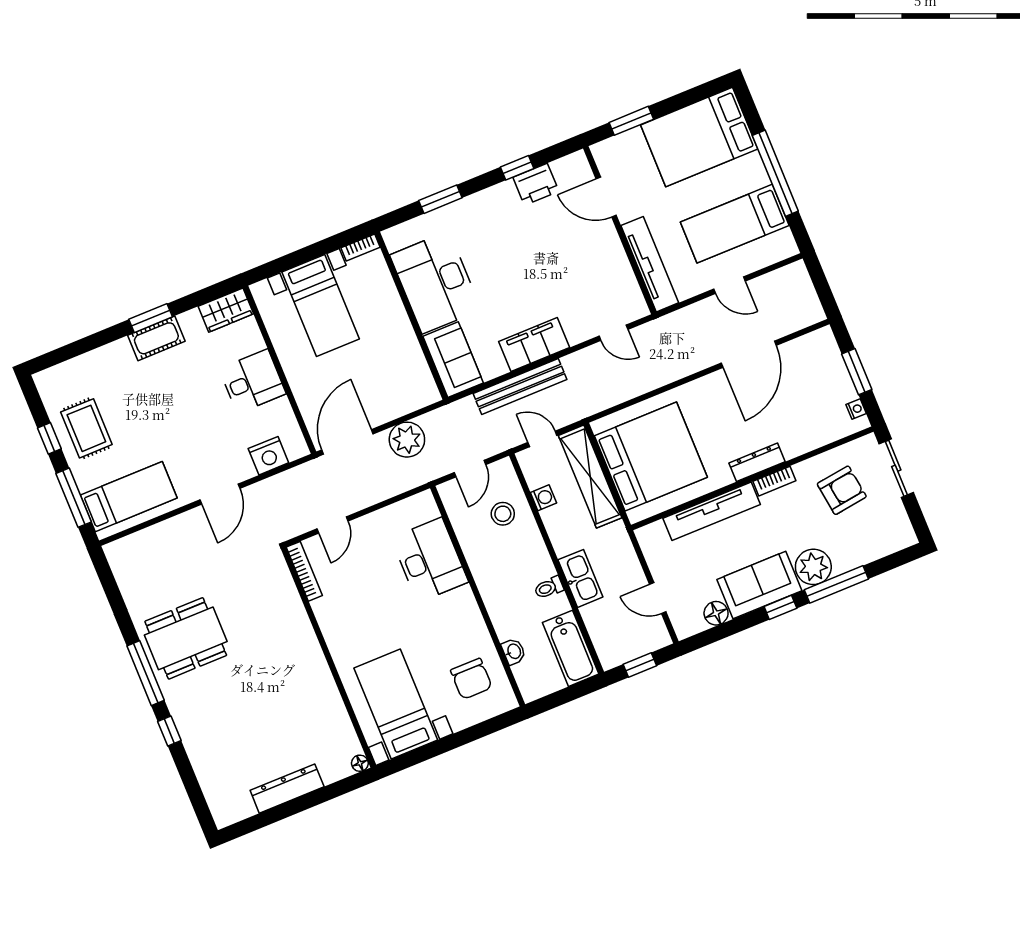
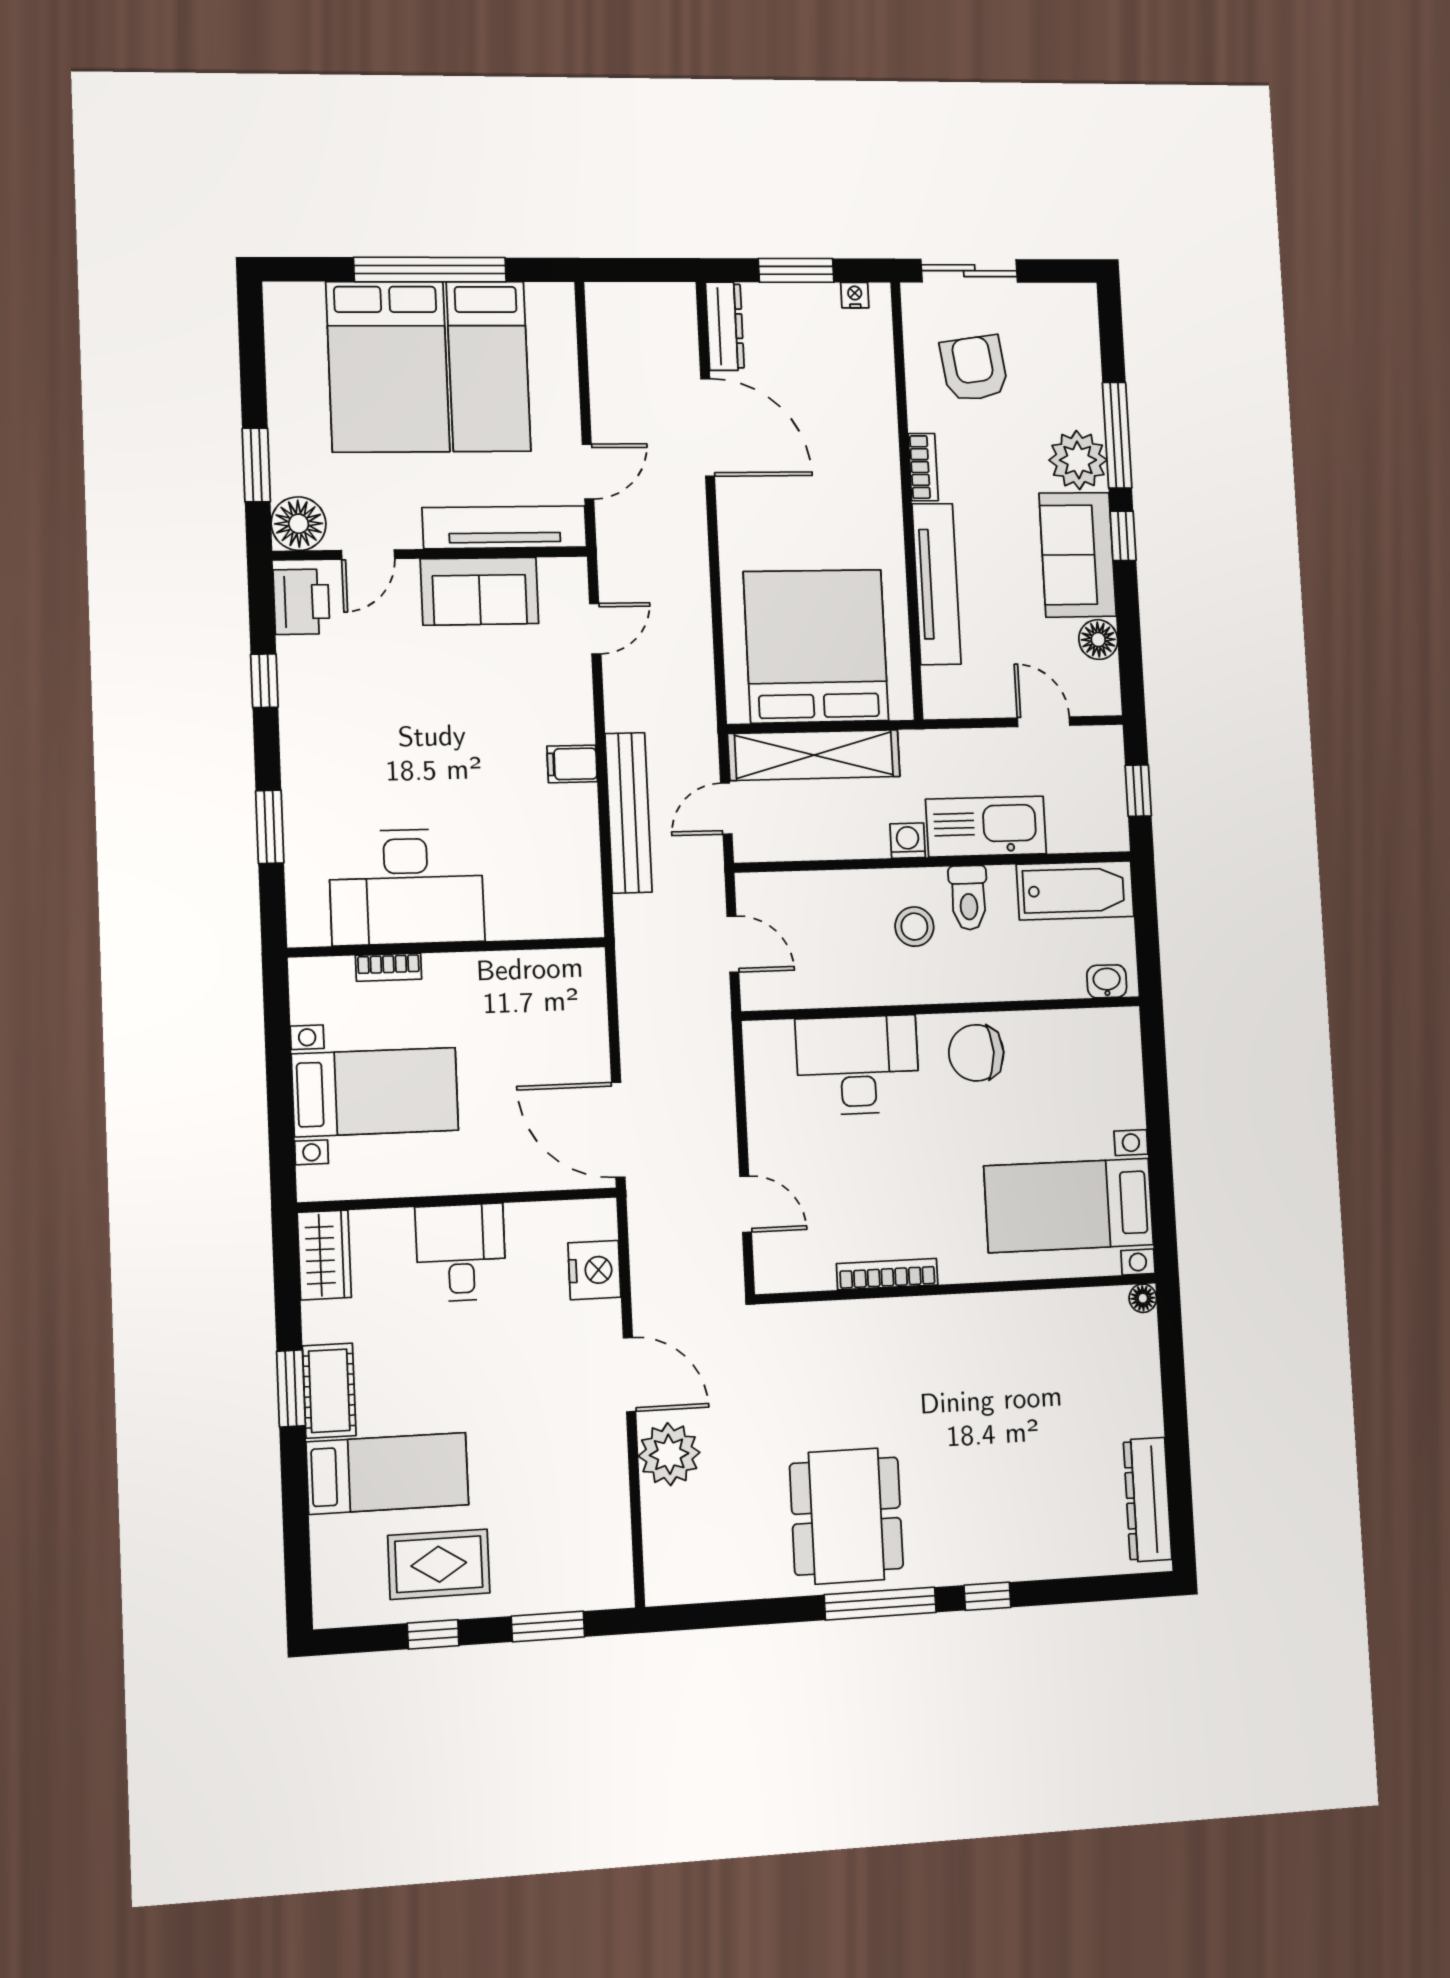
bed: (699, 137) -> (388, 367), moved
floor lamp: (608, 155) -> (299, 524), added
printer: (536, 184) -> (301, 602), moved
door: (606, 197) -> (368, 555), width x0.73
bookcase: (360, 248) -> (389, 967), moved, turned 90
door: (729, 285) -> (588, 472), moved
filing cabinet: (534, 345) -> (572, 764), width x0.33, depth x0.86
sofa: (453, 360) -> (480, 591), moved, turned 180
plant: (407, 440) -> (669, 1454), moved
dresser: (757, 462) -> (725, 326), moved, turned 180
bed: (129, 497) -> (387, 1473), moved, turned 90
window: (74, 498) -> (548, 1626), width x0.69
washing machine: (543, 498) -> (908, 841), moved
stool: (503, 514) -> (914, 927), moved
bookcase: (304, 571) -> (887, 1274), moved
kitchen sink: (580, 578) -> (986, 827), width x1.36, depth x1.24
toilet: (549, 588) -> (968, 898), width x1.37, depth x1.39
door: (658, 598) -> (1044, 722), swing flipped
washbasin: (514, 651) -> (1107, 981), moved
chair: (471, 679) -> (976, 1053), moved, turned 180
dresser: (287, 789) -> (1148, 1500), moved

